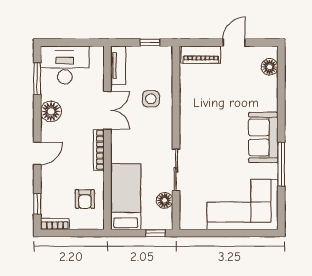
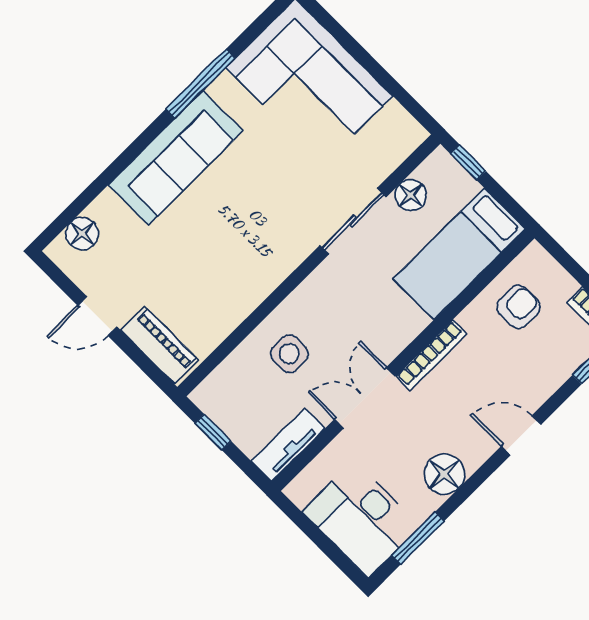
sofa: (263, 137) -> (176, 158), width x1.36

